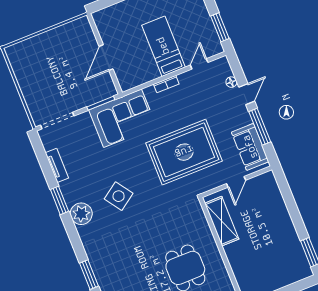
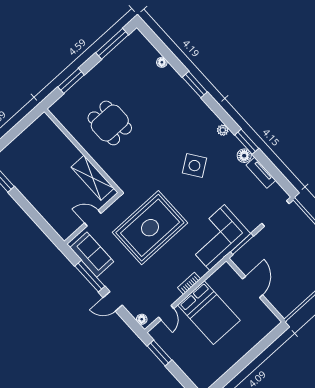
bed: (163, 46) -> (209, 313), width x1.50
floor lamp: (231, 82) -> (142, 319), moved
door: (247, 94) -> (113, 301), hinge flipped
door: (236, 182) -> (93, 218), hinge flipped
floor lamp: (67, 188) -> (244, 156), added
plant: (81, 214) -> (223, 130), width x0.53, depth x0.53

